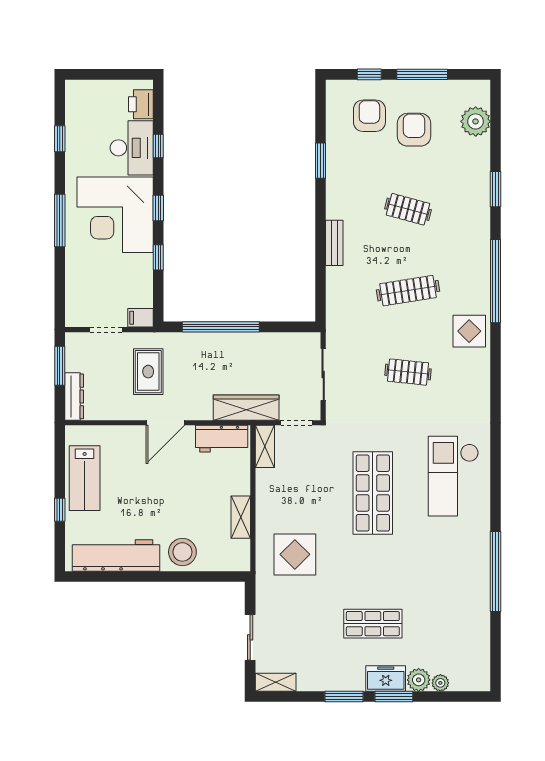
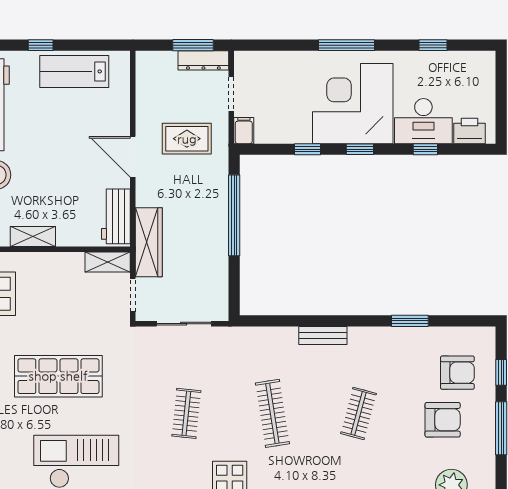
dresser: (74, 396) -> (203, 60), moved

